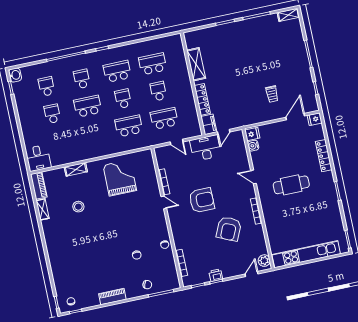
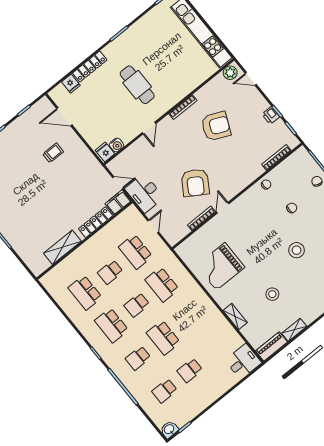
fridge: (315, 119) -> (71, 84), moved
armchair: (202, 200) -> (195, 183), moved, turned -148
stool: (103, 242) -> (297, 250), added

